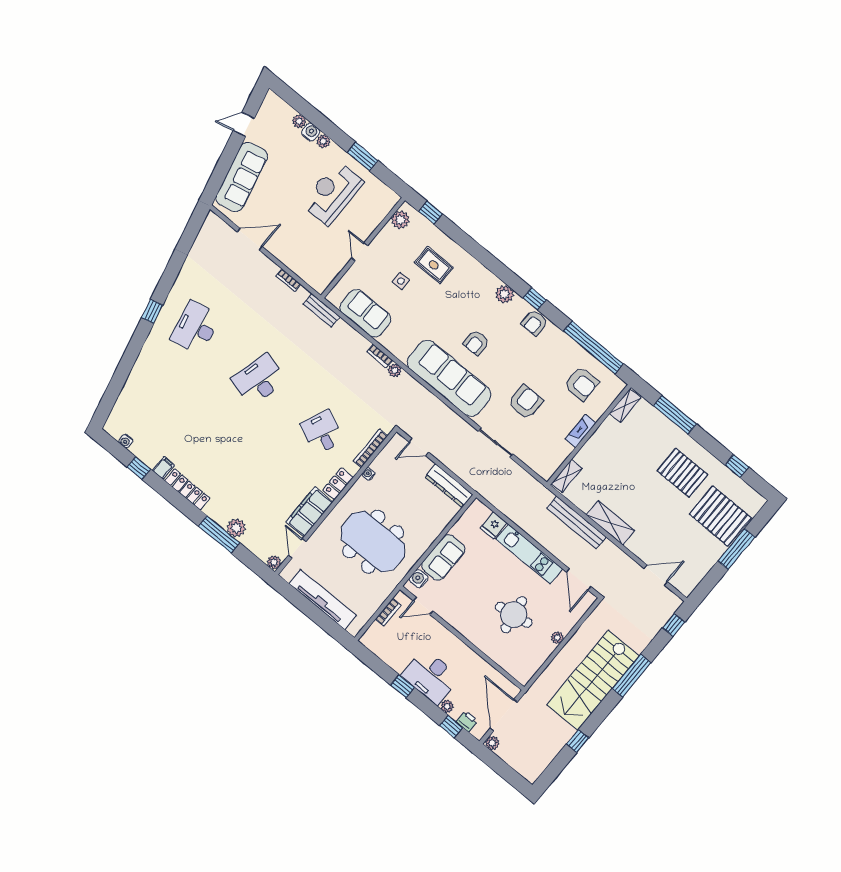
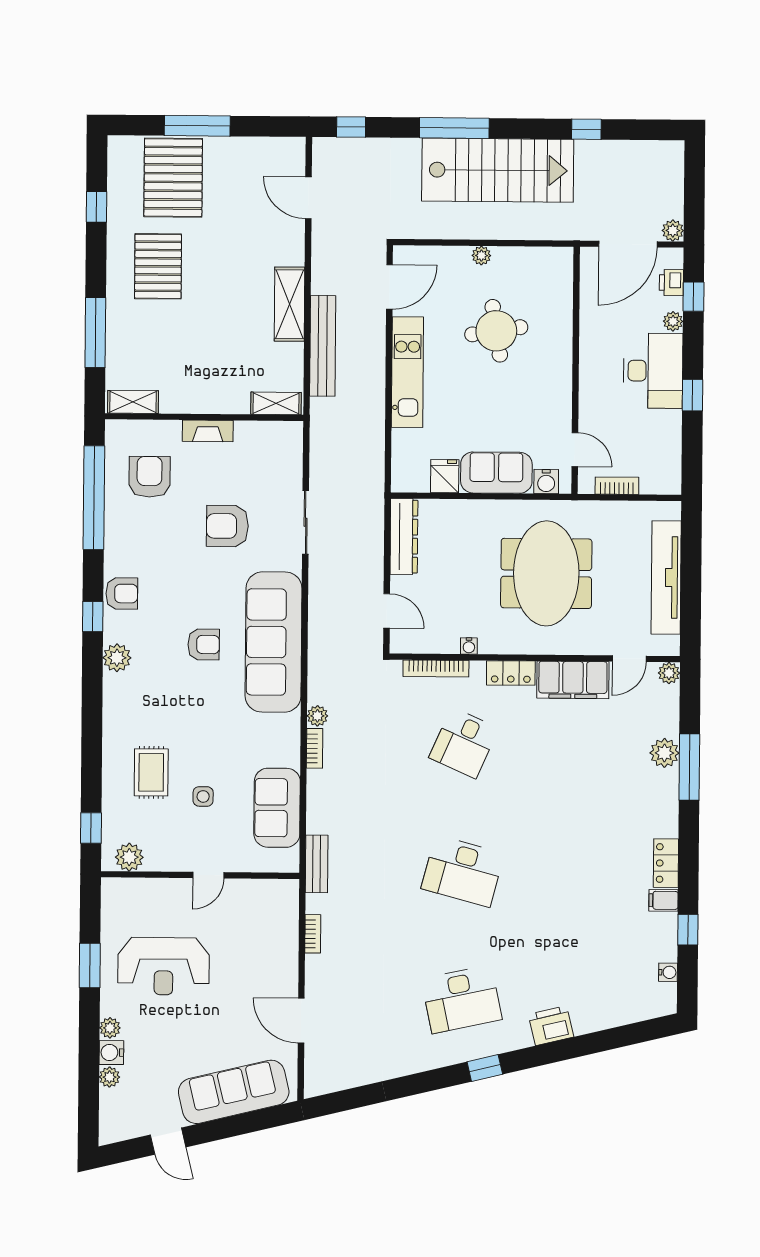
printer: (146, 361) -> (551, 1026), added
locker: (187, 489) -> (666, 863), width x0.66
fridge: (494, 525) -> (445, 476), moved, turned -90

